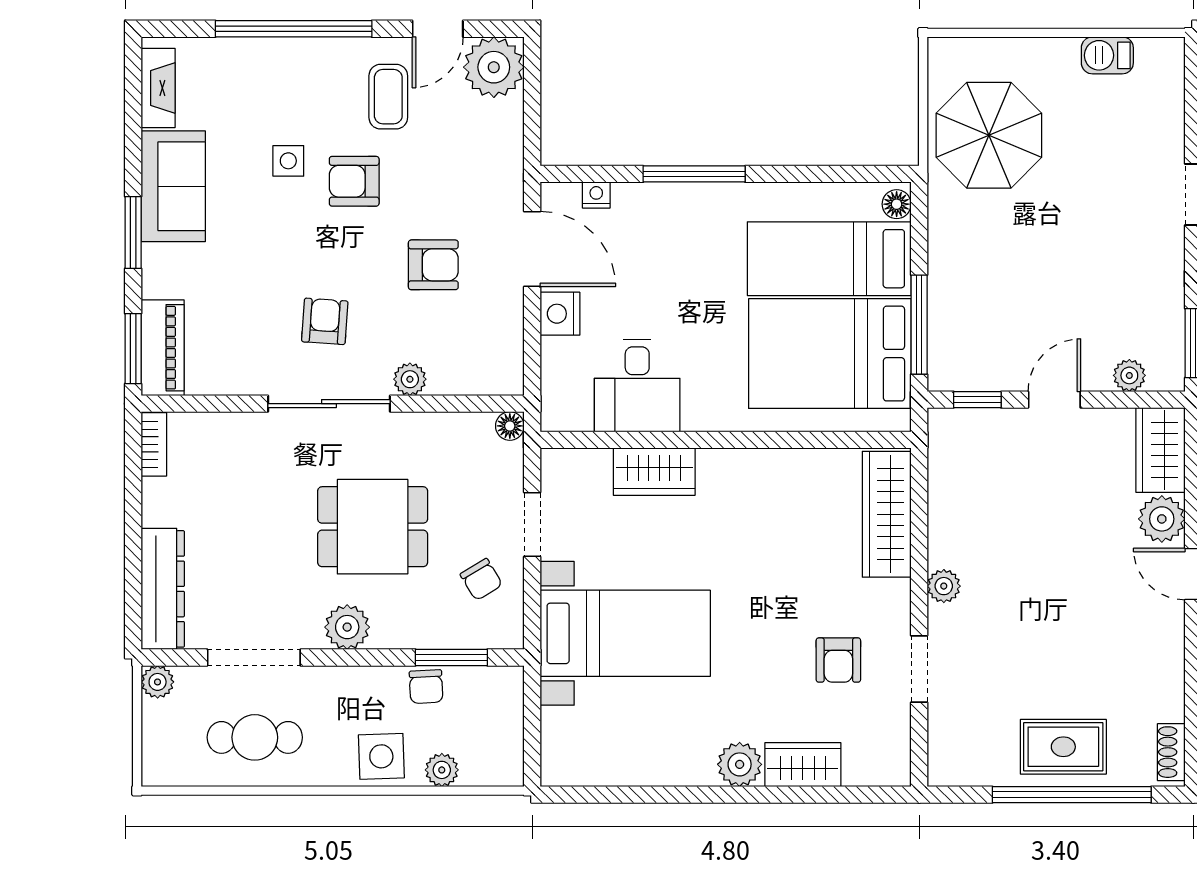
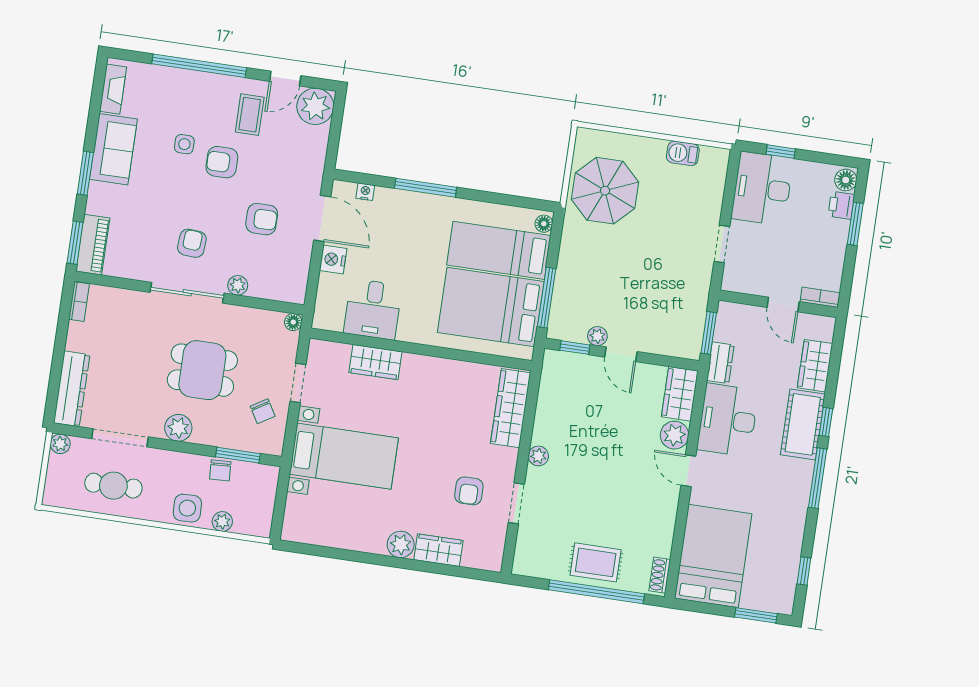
plant: (1129, 375) -> (597, 336), moved
door: (1054, 400) -> (621, 354), swing flipped

